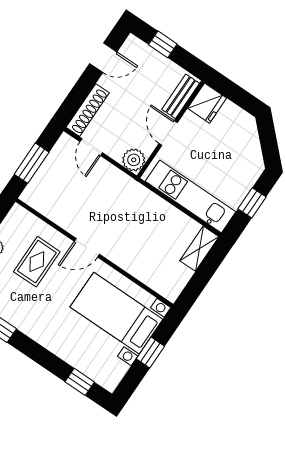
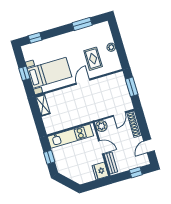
door: (91, 147) -> (119, 114), swing flipped
shelving: (199, 249) -> (43, 105), moved

